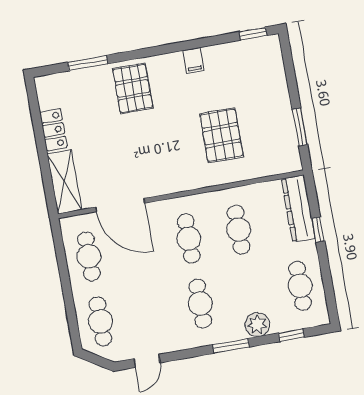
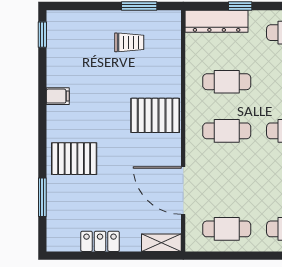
trolley: (261, 123) -> (129, 42), added
pallet: (221, 135) -> (155, 115), moved
shelving: (64, 182) -> (161, 243), width x0.67, depth x0.75
door: (120, 205) -> (183, 191), swing flipped

